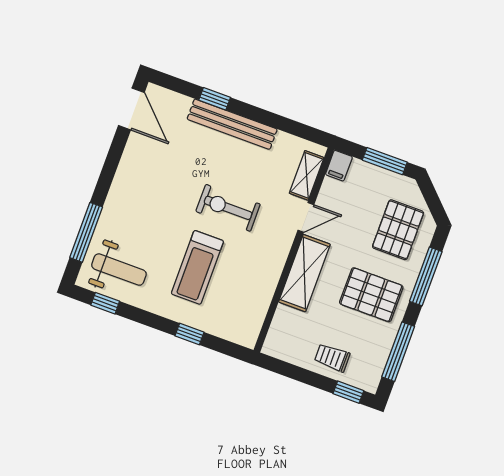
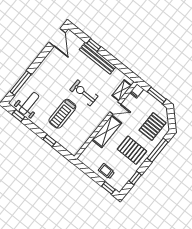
weight bench: (119, 270) -> (29, 103), turned -90
window: (398, 352) -> (135, 178), width x0.46

